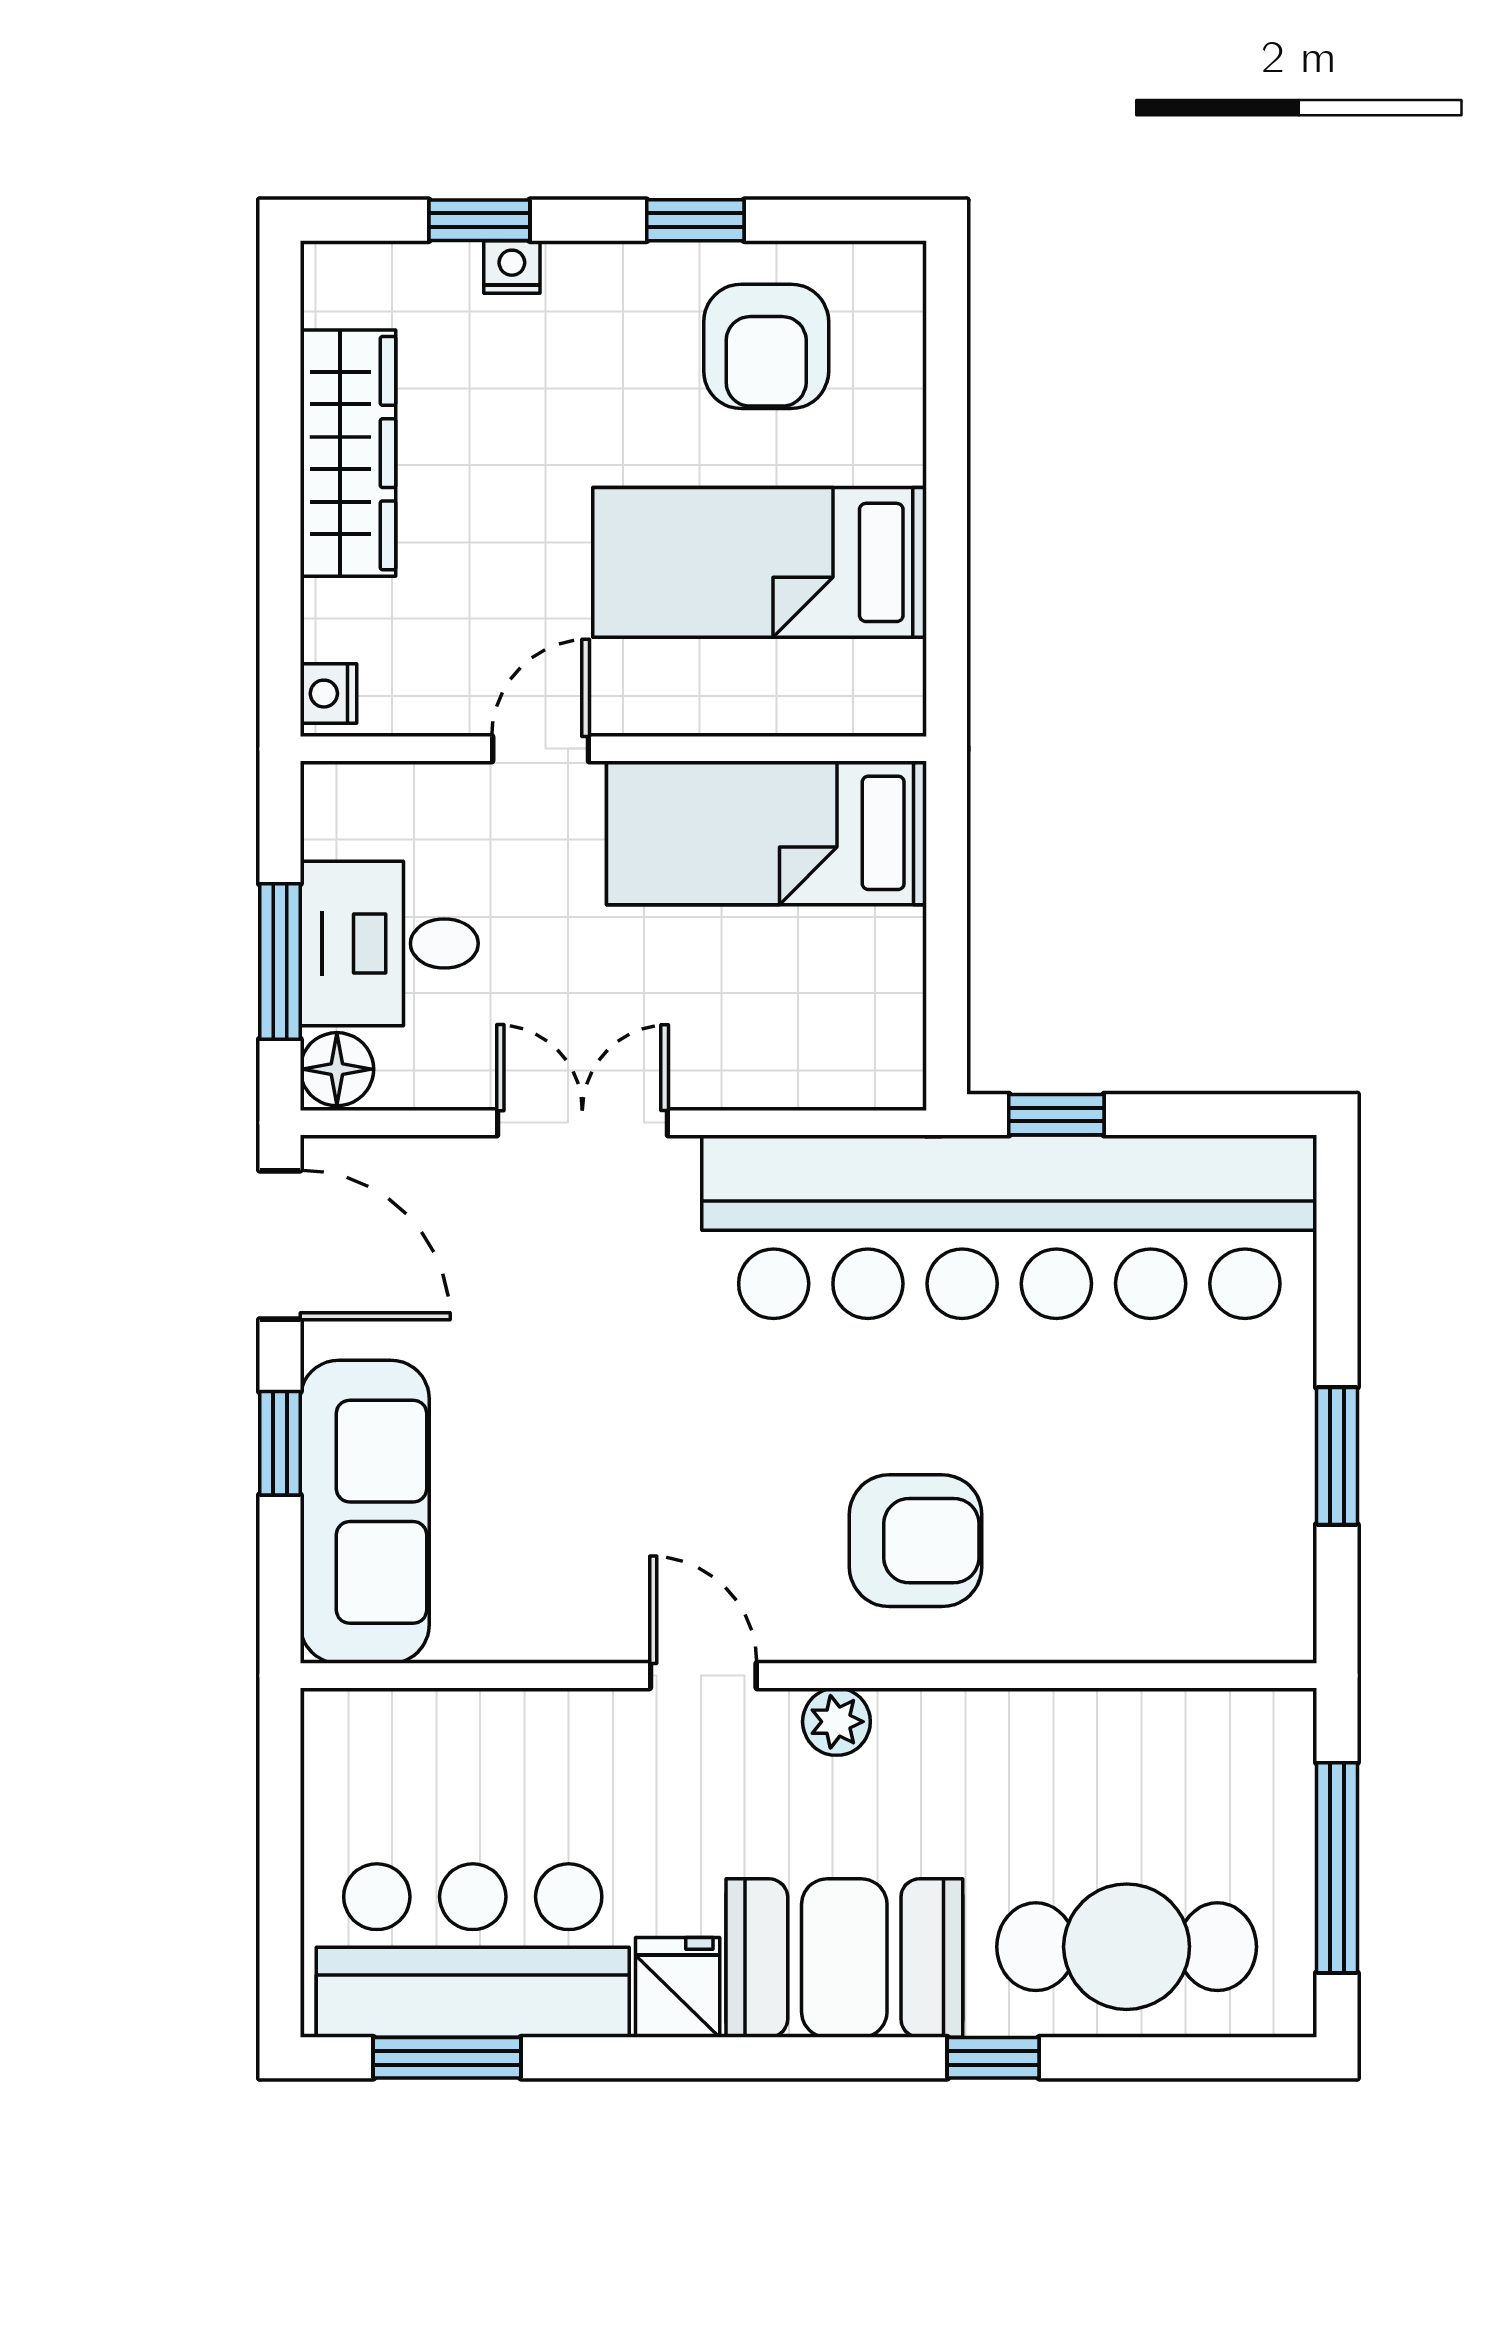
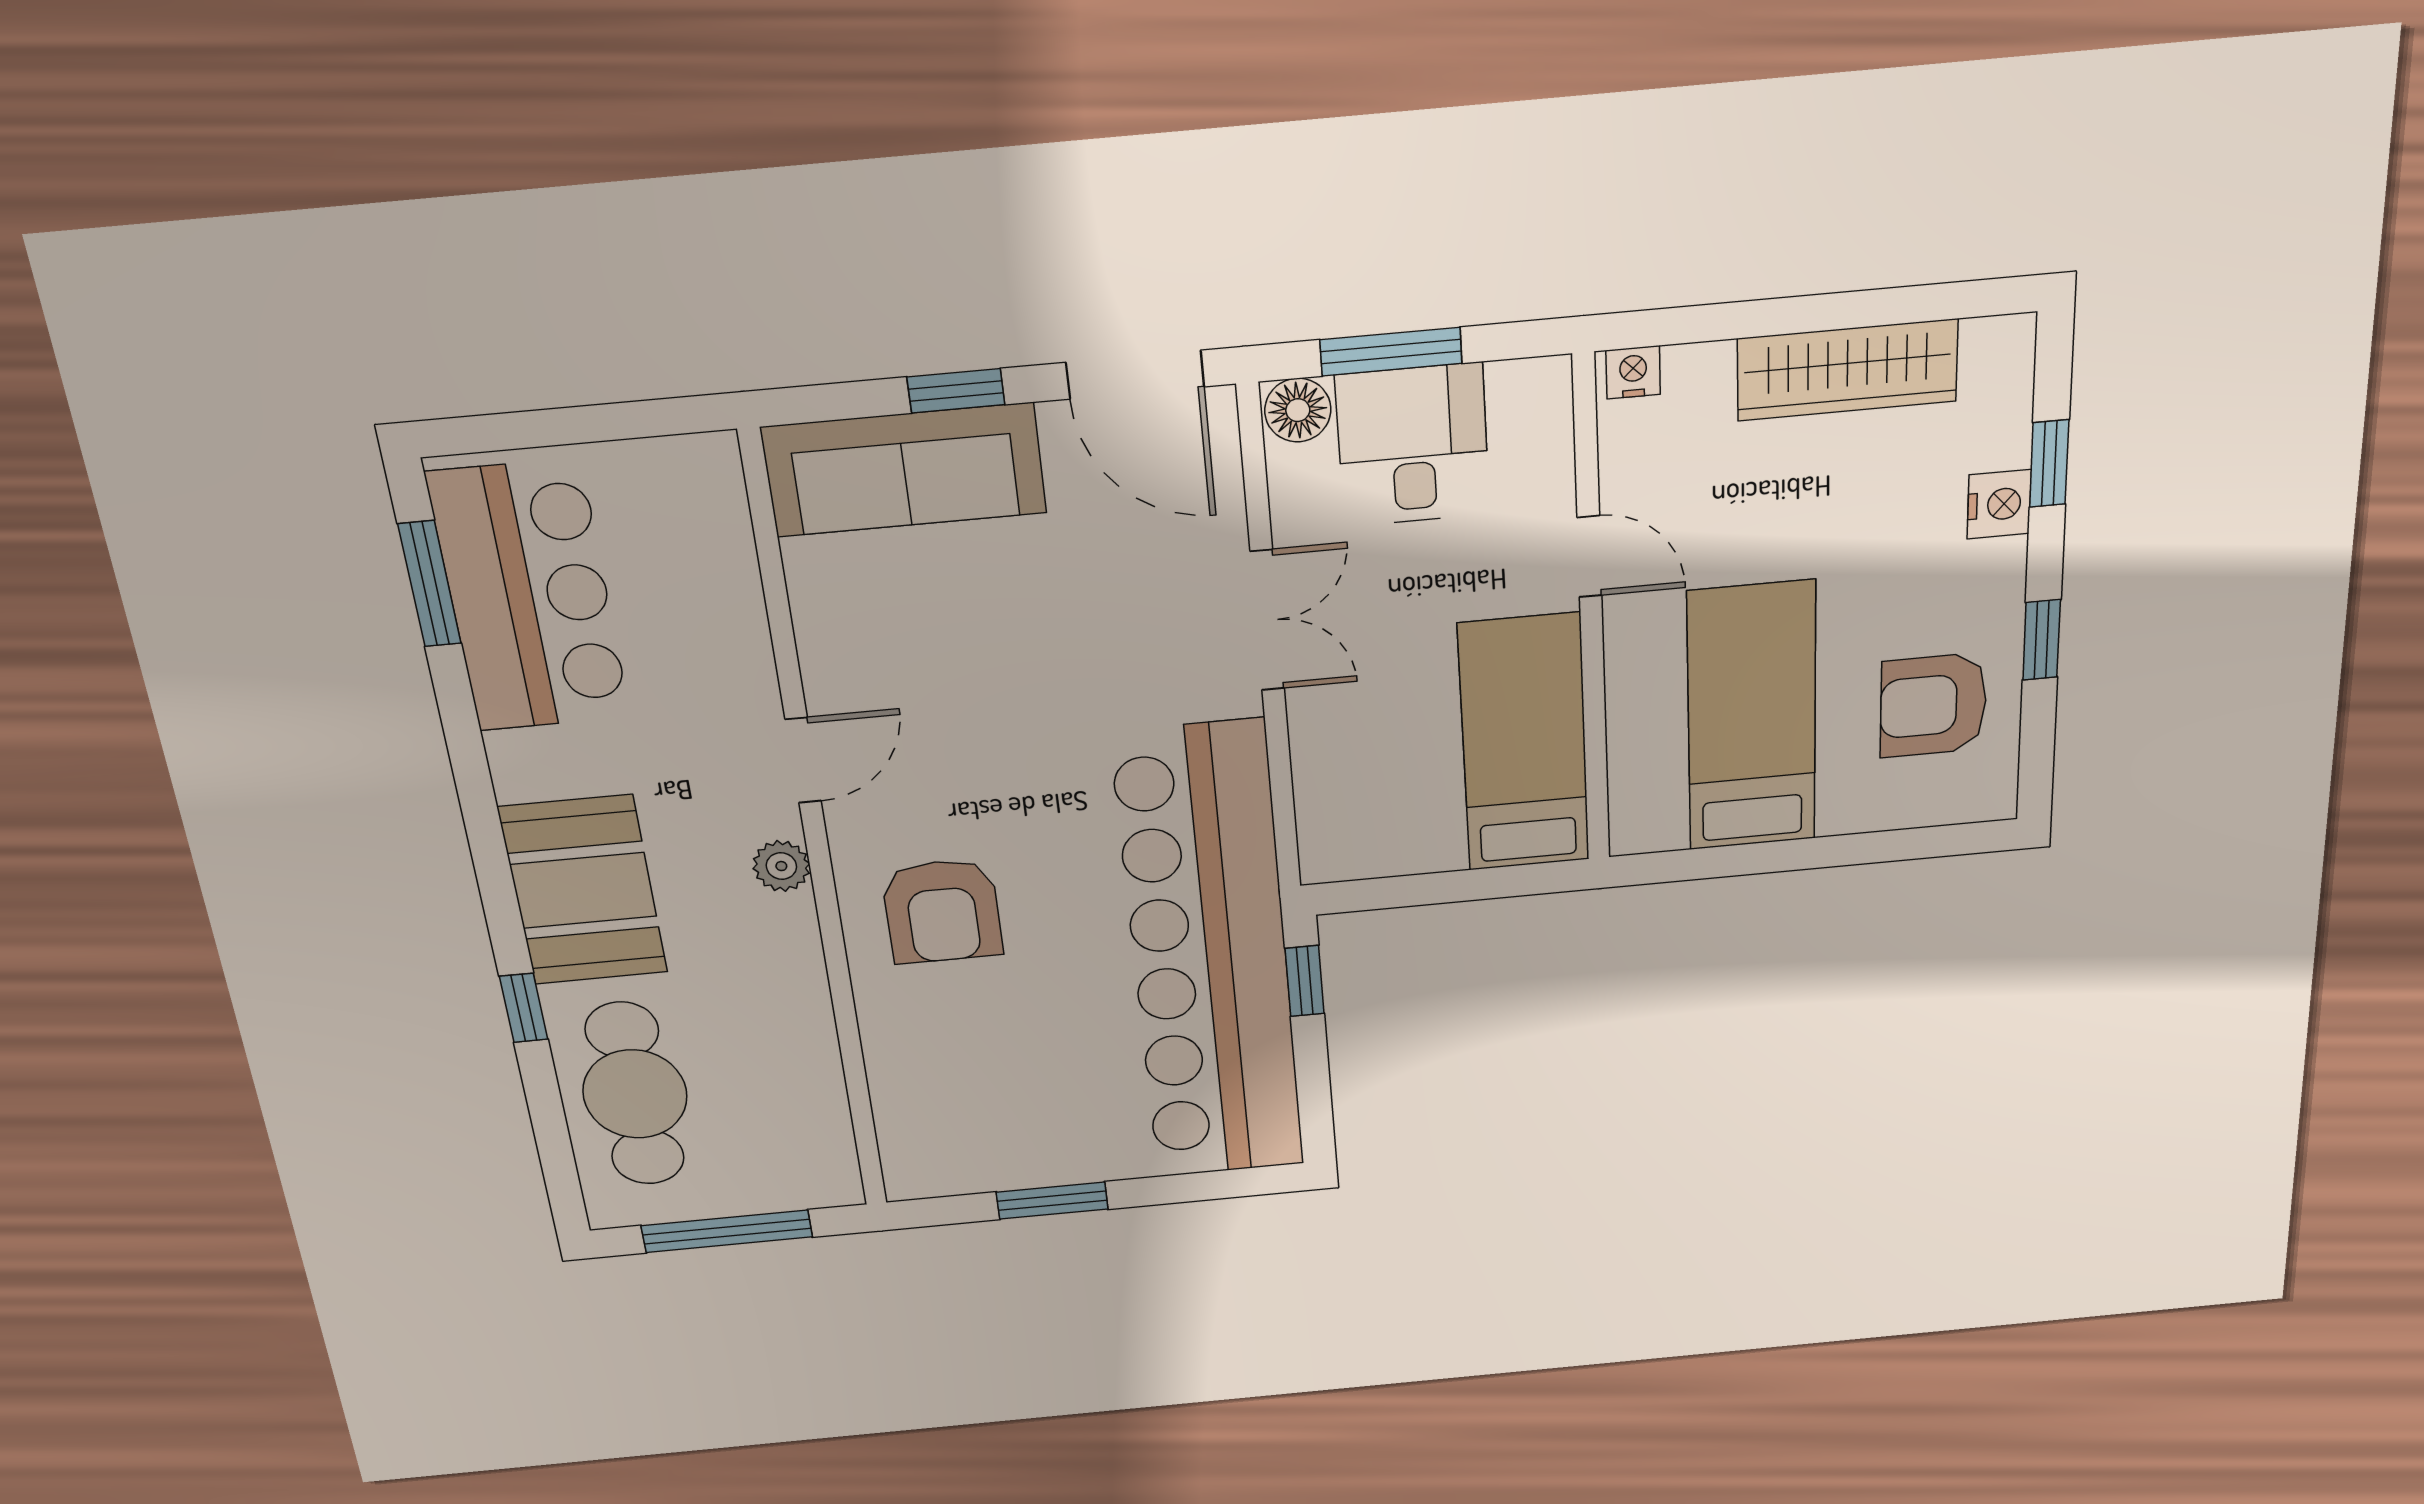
nightstand: (512, 267) -> (1999, 504), width x1.39, depth x1.35
door: (280, 1245) -> (1135, 375), hinge flipped
fridge: (678, 1987) -> (532, 765), removed

